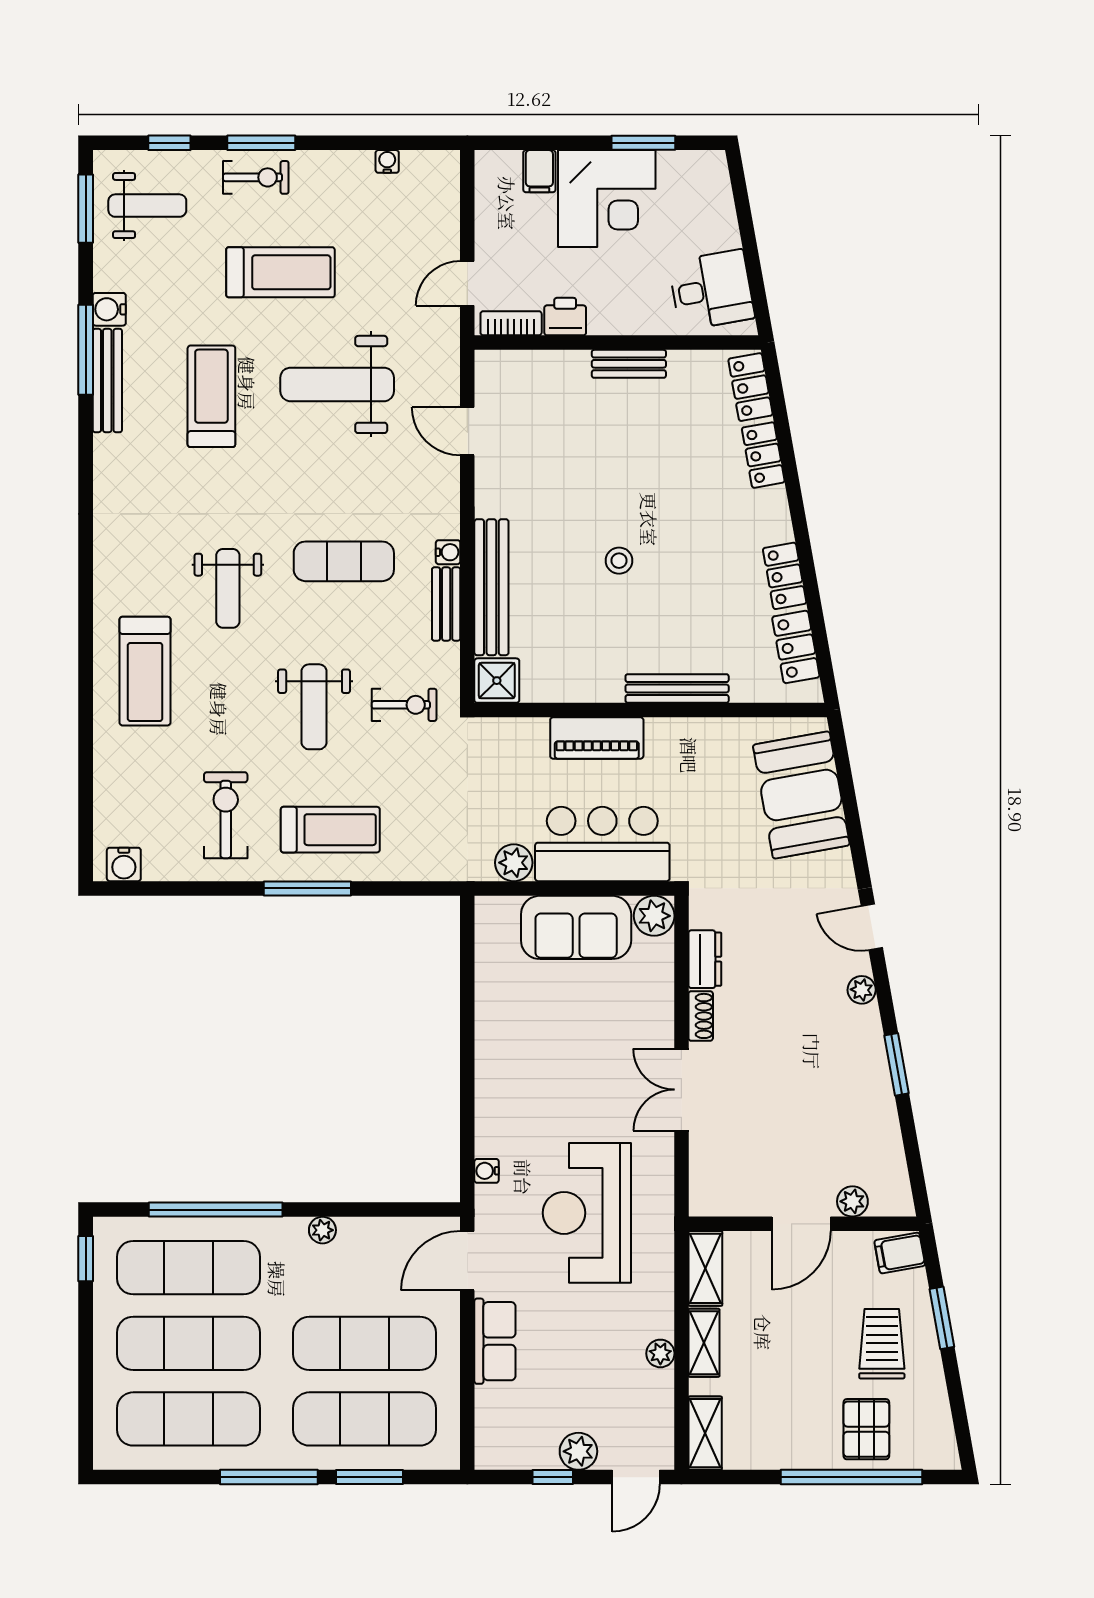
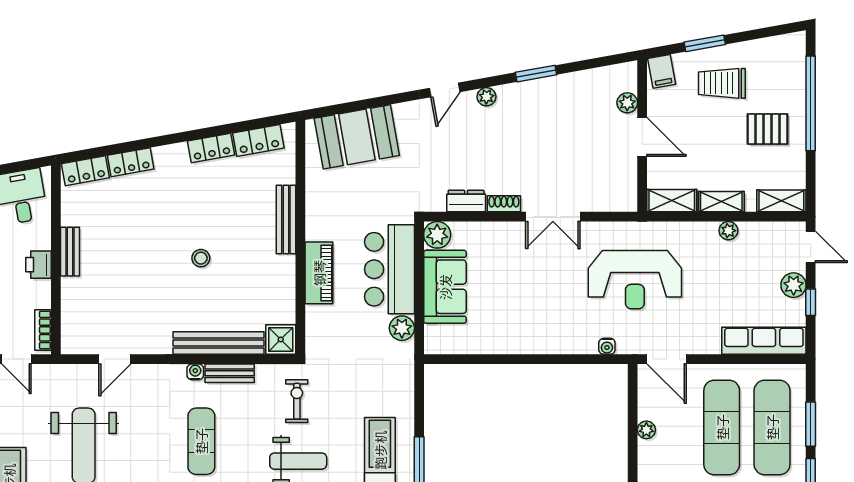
printer: (565, 317) -> (38, 265), moved
plant: (322, 1230) -> (646, 430), moved
row of seats: (495, 1341) -> (764, 341), moved, width x1.48
pallet: (866, 1429) -> (767, 129), moved

